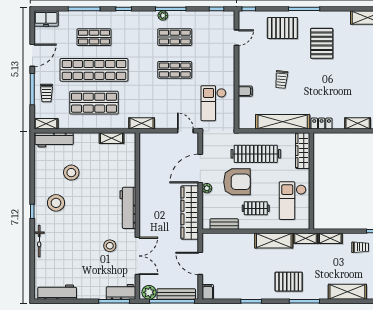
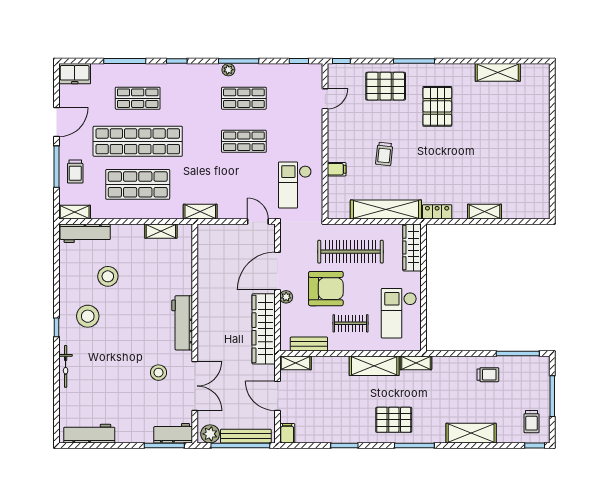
shelving: (330, 238) -> (295, 363), moved

